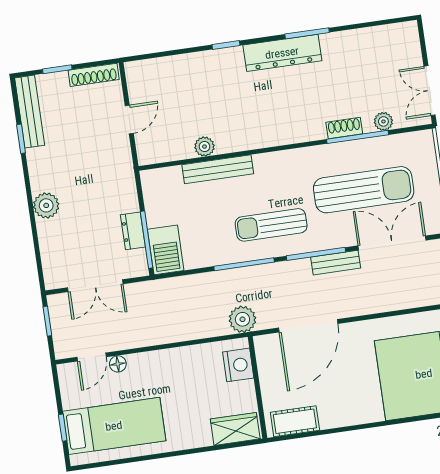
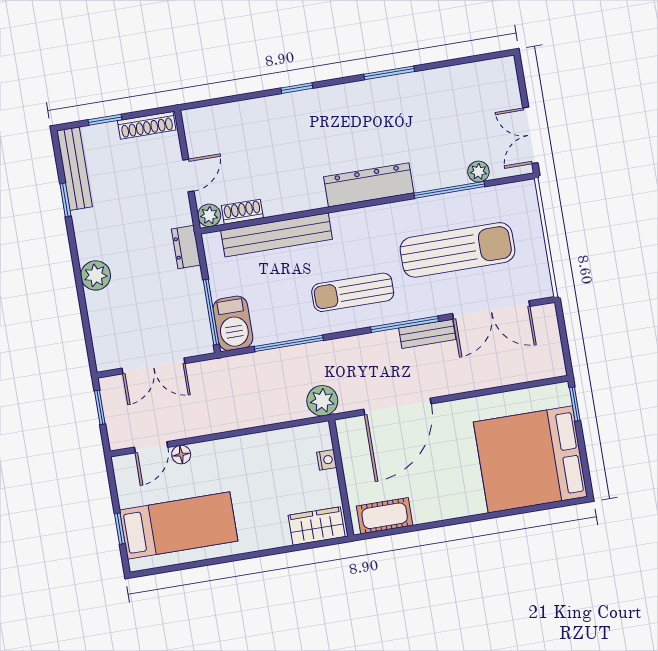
dresser: (282, 53) -> (369, 185), moved, turned 180
shoe rack: (344, 128) -> (242, 212), moved
plant: (204, 147) -> (209, 215), moved
bench: (218, 169) -> (277, 235), width x1.37, depth x1.21
dresser: (133, 231) -> (186, 247), moved
double door: (392, 243) -> (491, 310), swing flipped
window: (244, 264) -> (289, 343), moved
nightstand: (238, 365) -> (327, 460), width x0.53, depth x0.56

